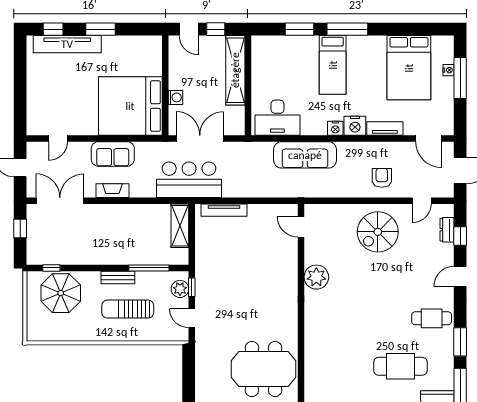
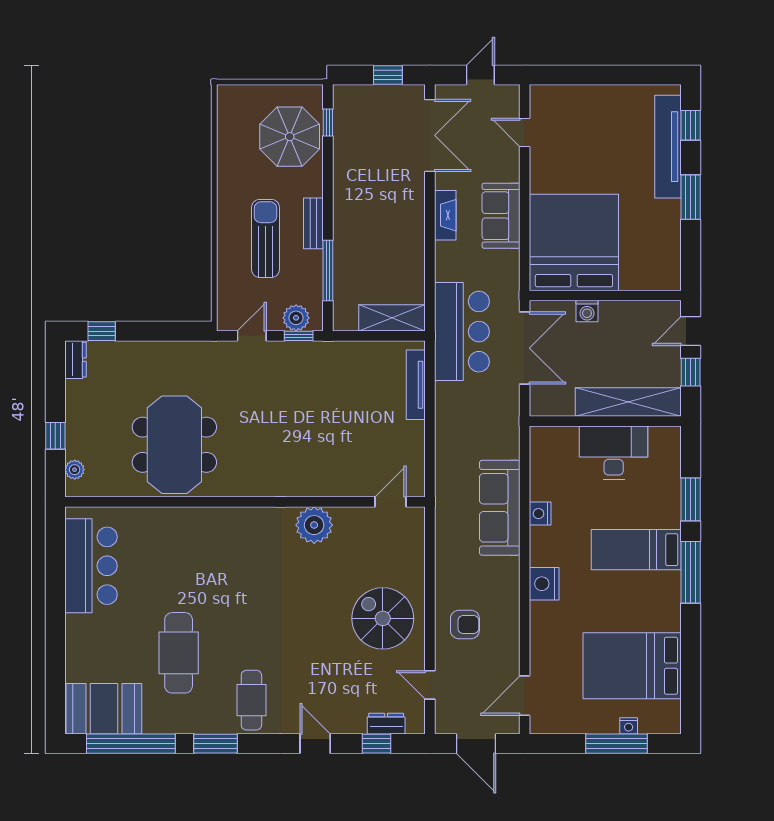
desk: (277, 118) -> (614, 453), moved, turned 90
nightstand: (335, 128) -> (540, 514), moved
tv unit: (385, 128) -> (540, 629), removed

